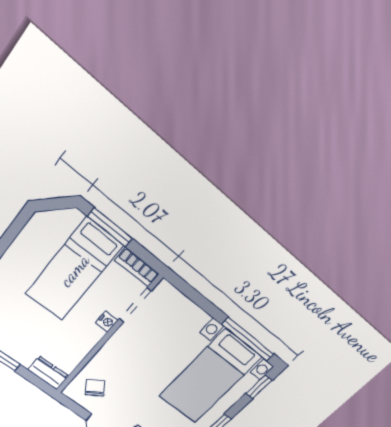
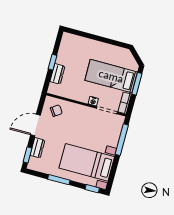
window: (248, 339) -> (122, 140), moved
dresser: (48, 373) -> (57, 74), moved

